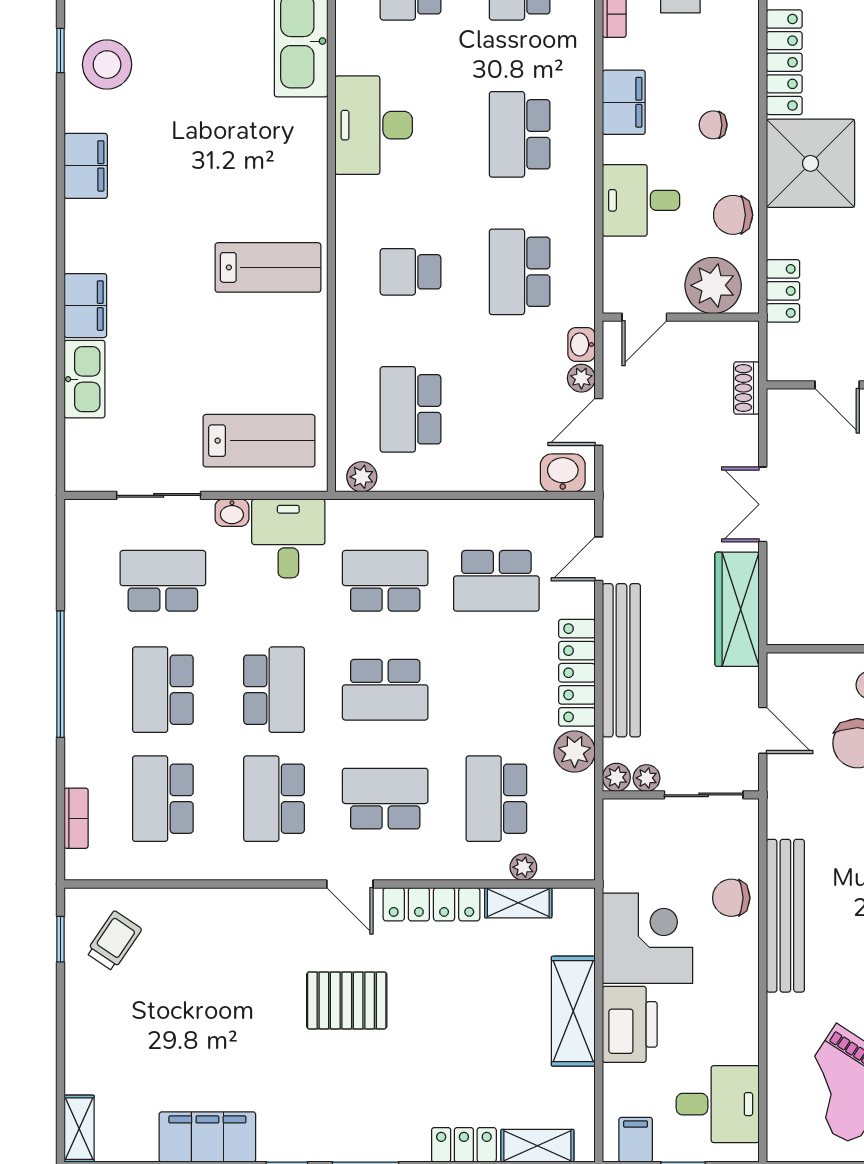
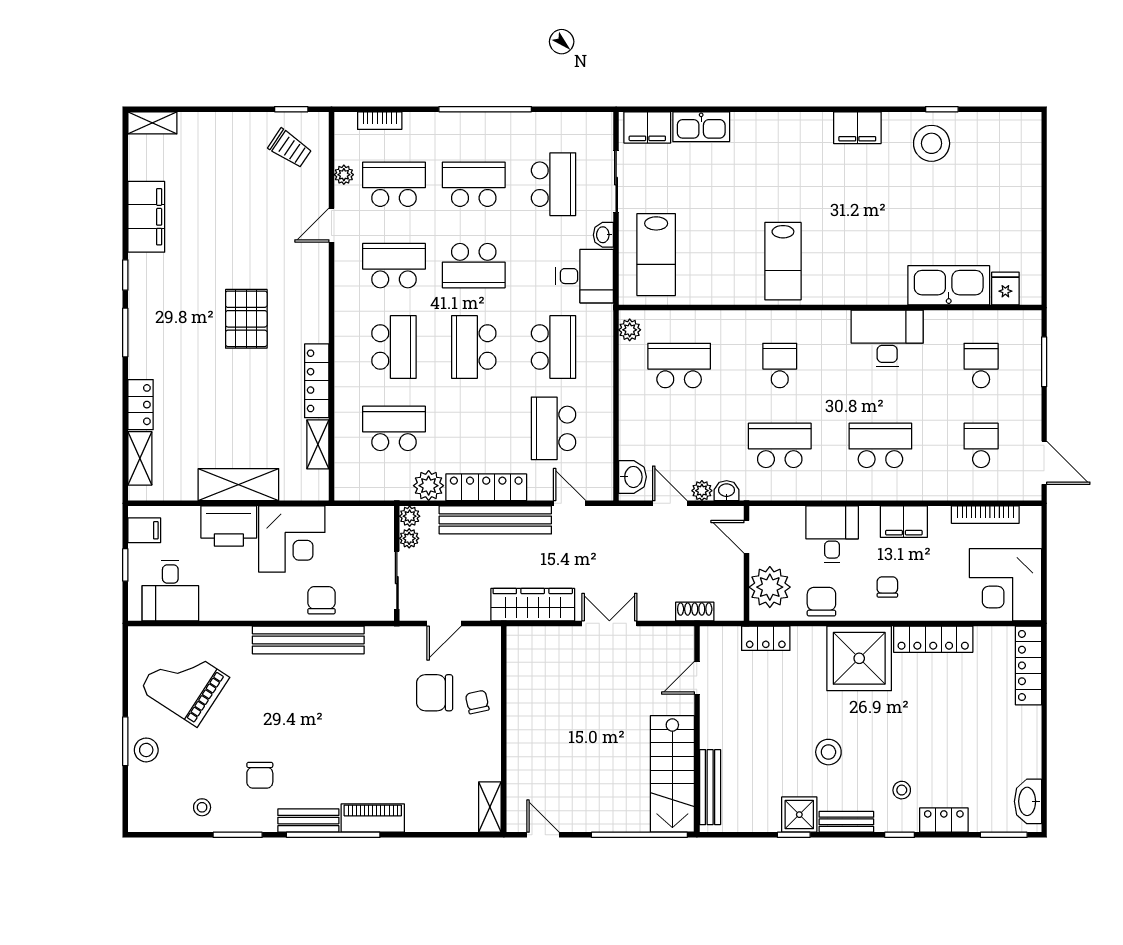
filing cabinet: (85, 306) -> (647, 127), moved
plant: (523, 867) -> (344, 175), moved
door: (350, 884) -> (332, 225), moved

